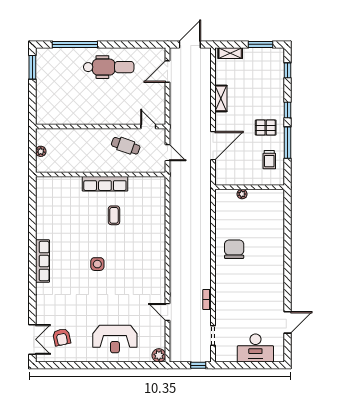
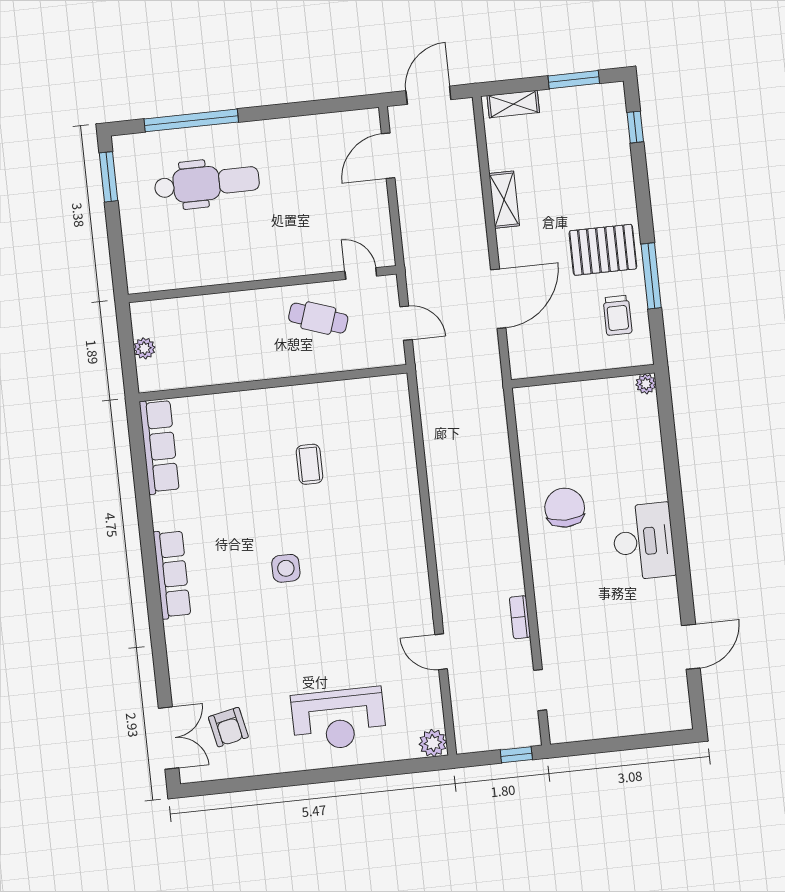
dental chair: (109, 67) -> (207, 183), moved
window: (288, 110) -> (644, 209), removed
pallet: (266, 128) -> (603, 250), width x1.50, depth x1.42
row of seats: (105, 184) -> (159, 446), moved, turned -90
plant: (242, 194) -> (646, 384), moved
desk: (255, 348) -> (644, 541), moved, turned -90

